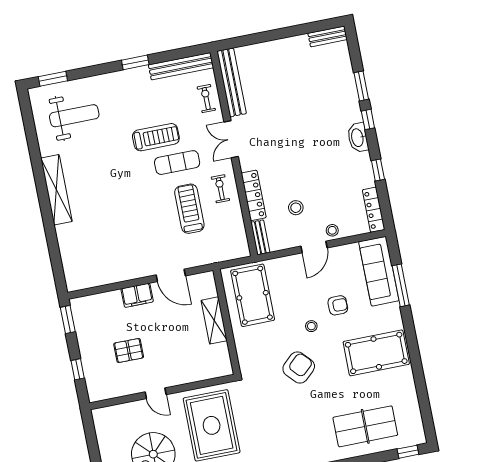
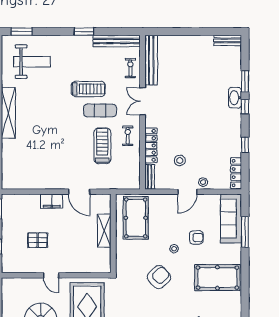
washbasin: (358, 138) -> (235, 98), moved

